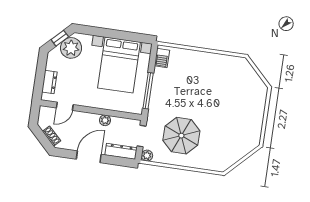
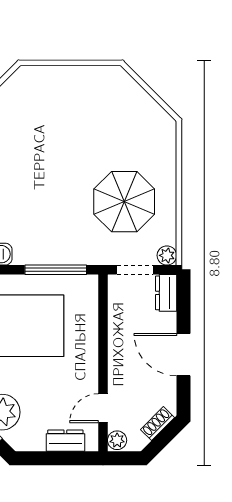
door: (65, 106) -> (103, 408), swing flipped
plant: (105, 120) -> (117, 440), moved
dresser: (121, 151) -> (166, 293), width x0.70

